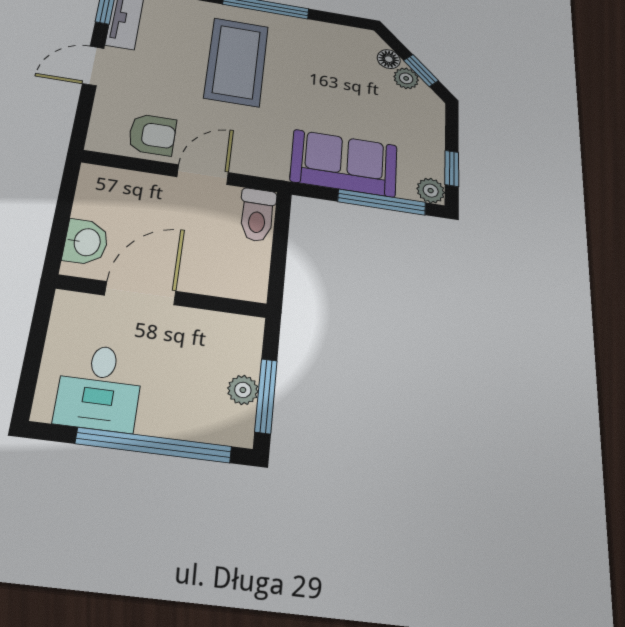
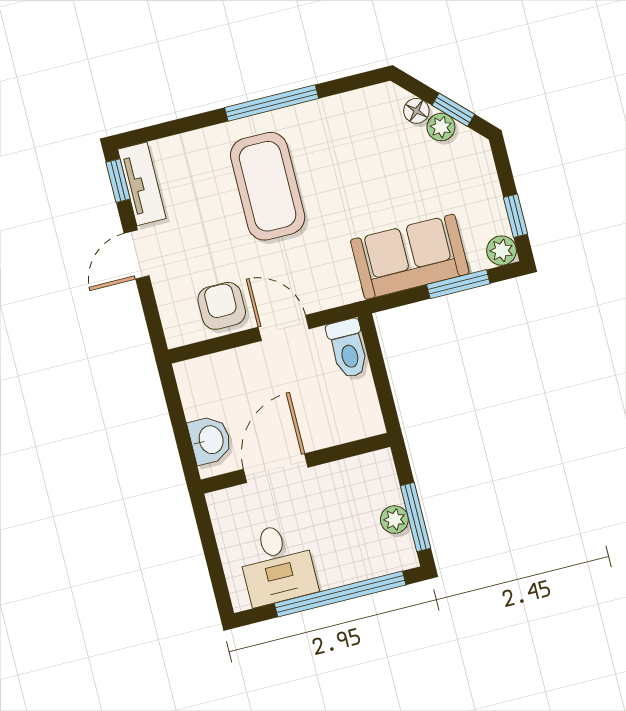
armchair: (152, 135) -> (222, 306), turned -90
door: (203, 175) -> (284, 328), hinge flipped
window: (382, 202) -> (458, 284), width x0.69

